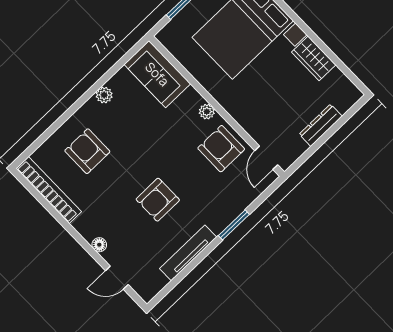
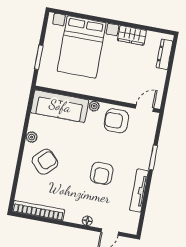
sofa: (157, 74) -> (60, 106), width x1.36
dresser: (321, 125) -> (164, 54), moved
armchair: (87, 151) -> (45, 162), moved, turned 136
door: (266, 158) -> (145, 108), swing flipped

